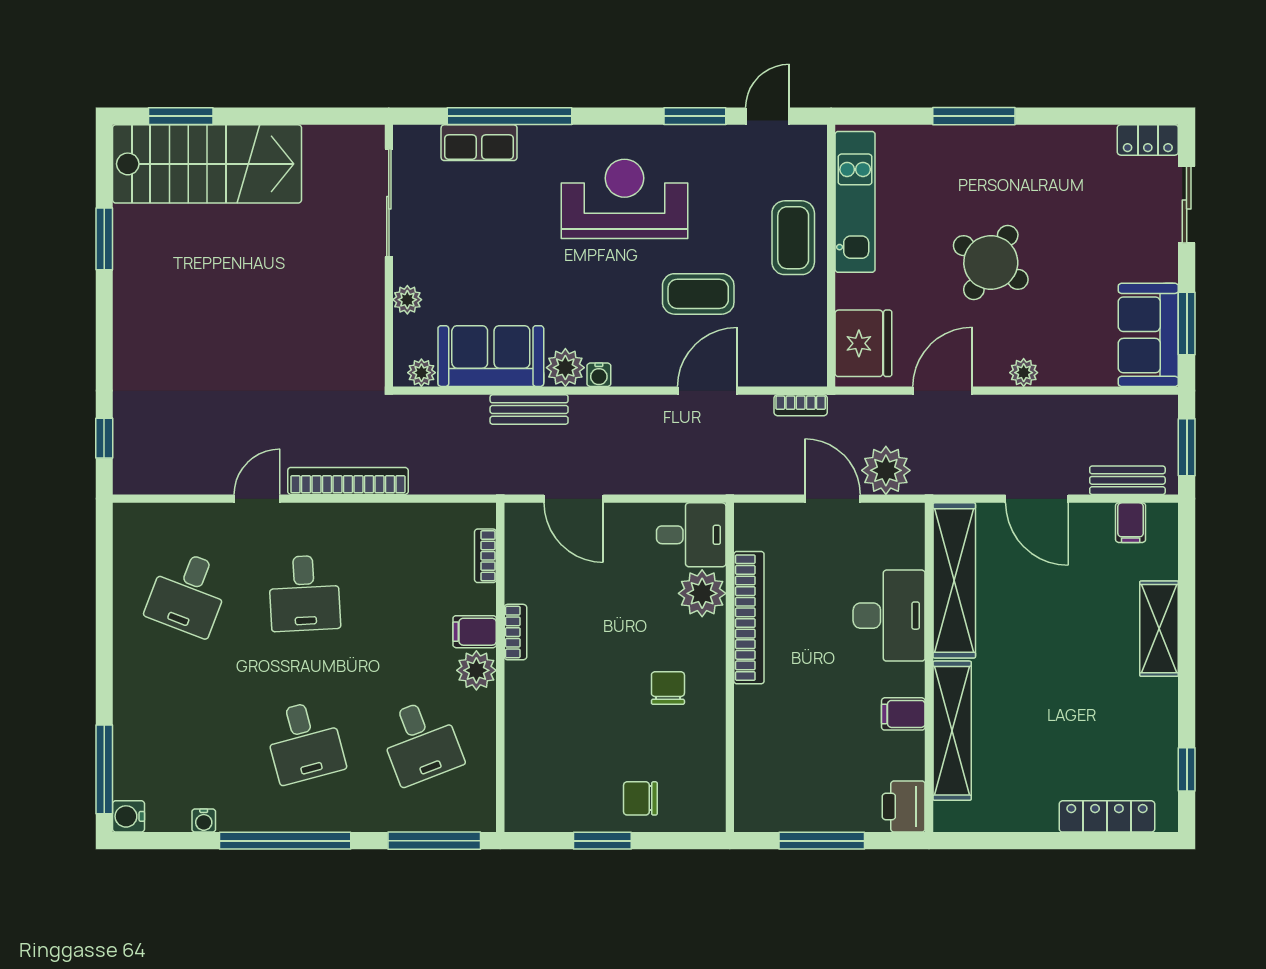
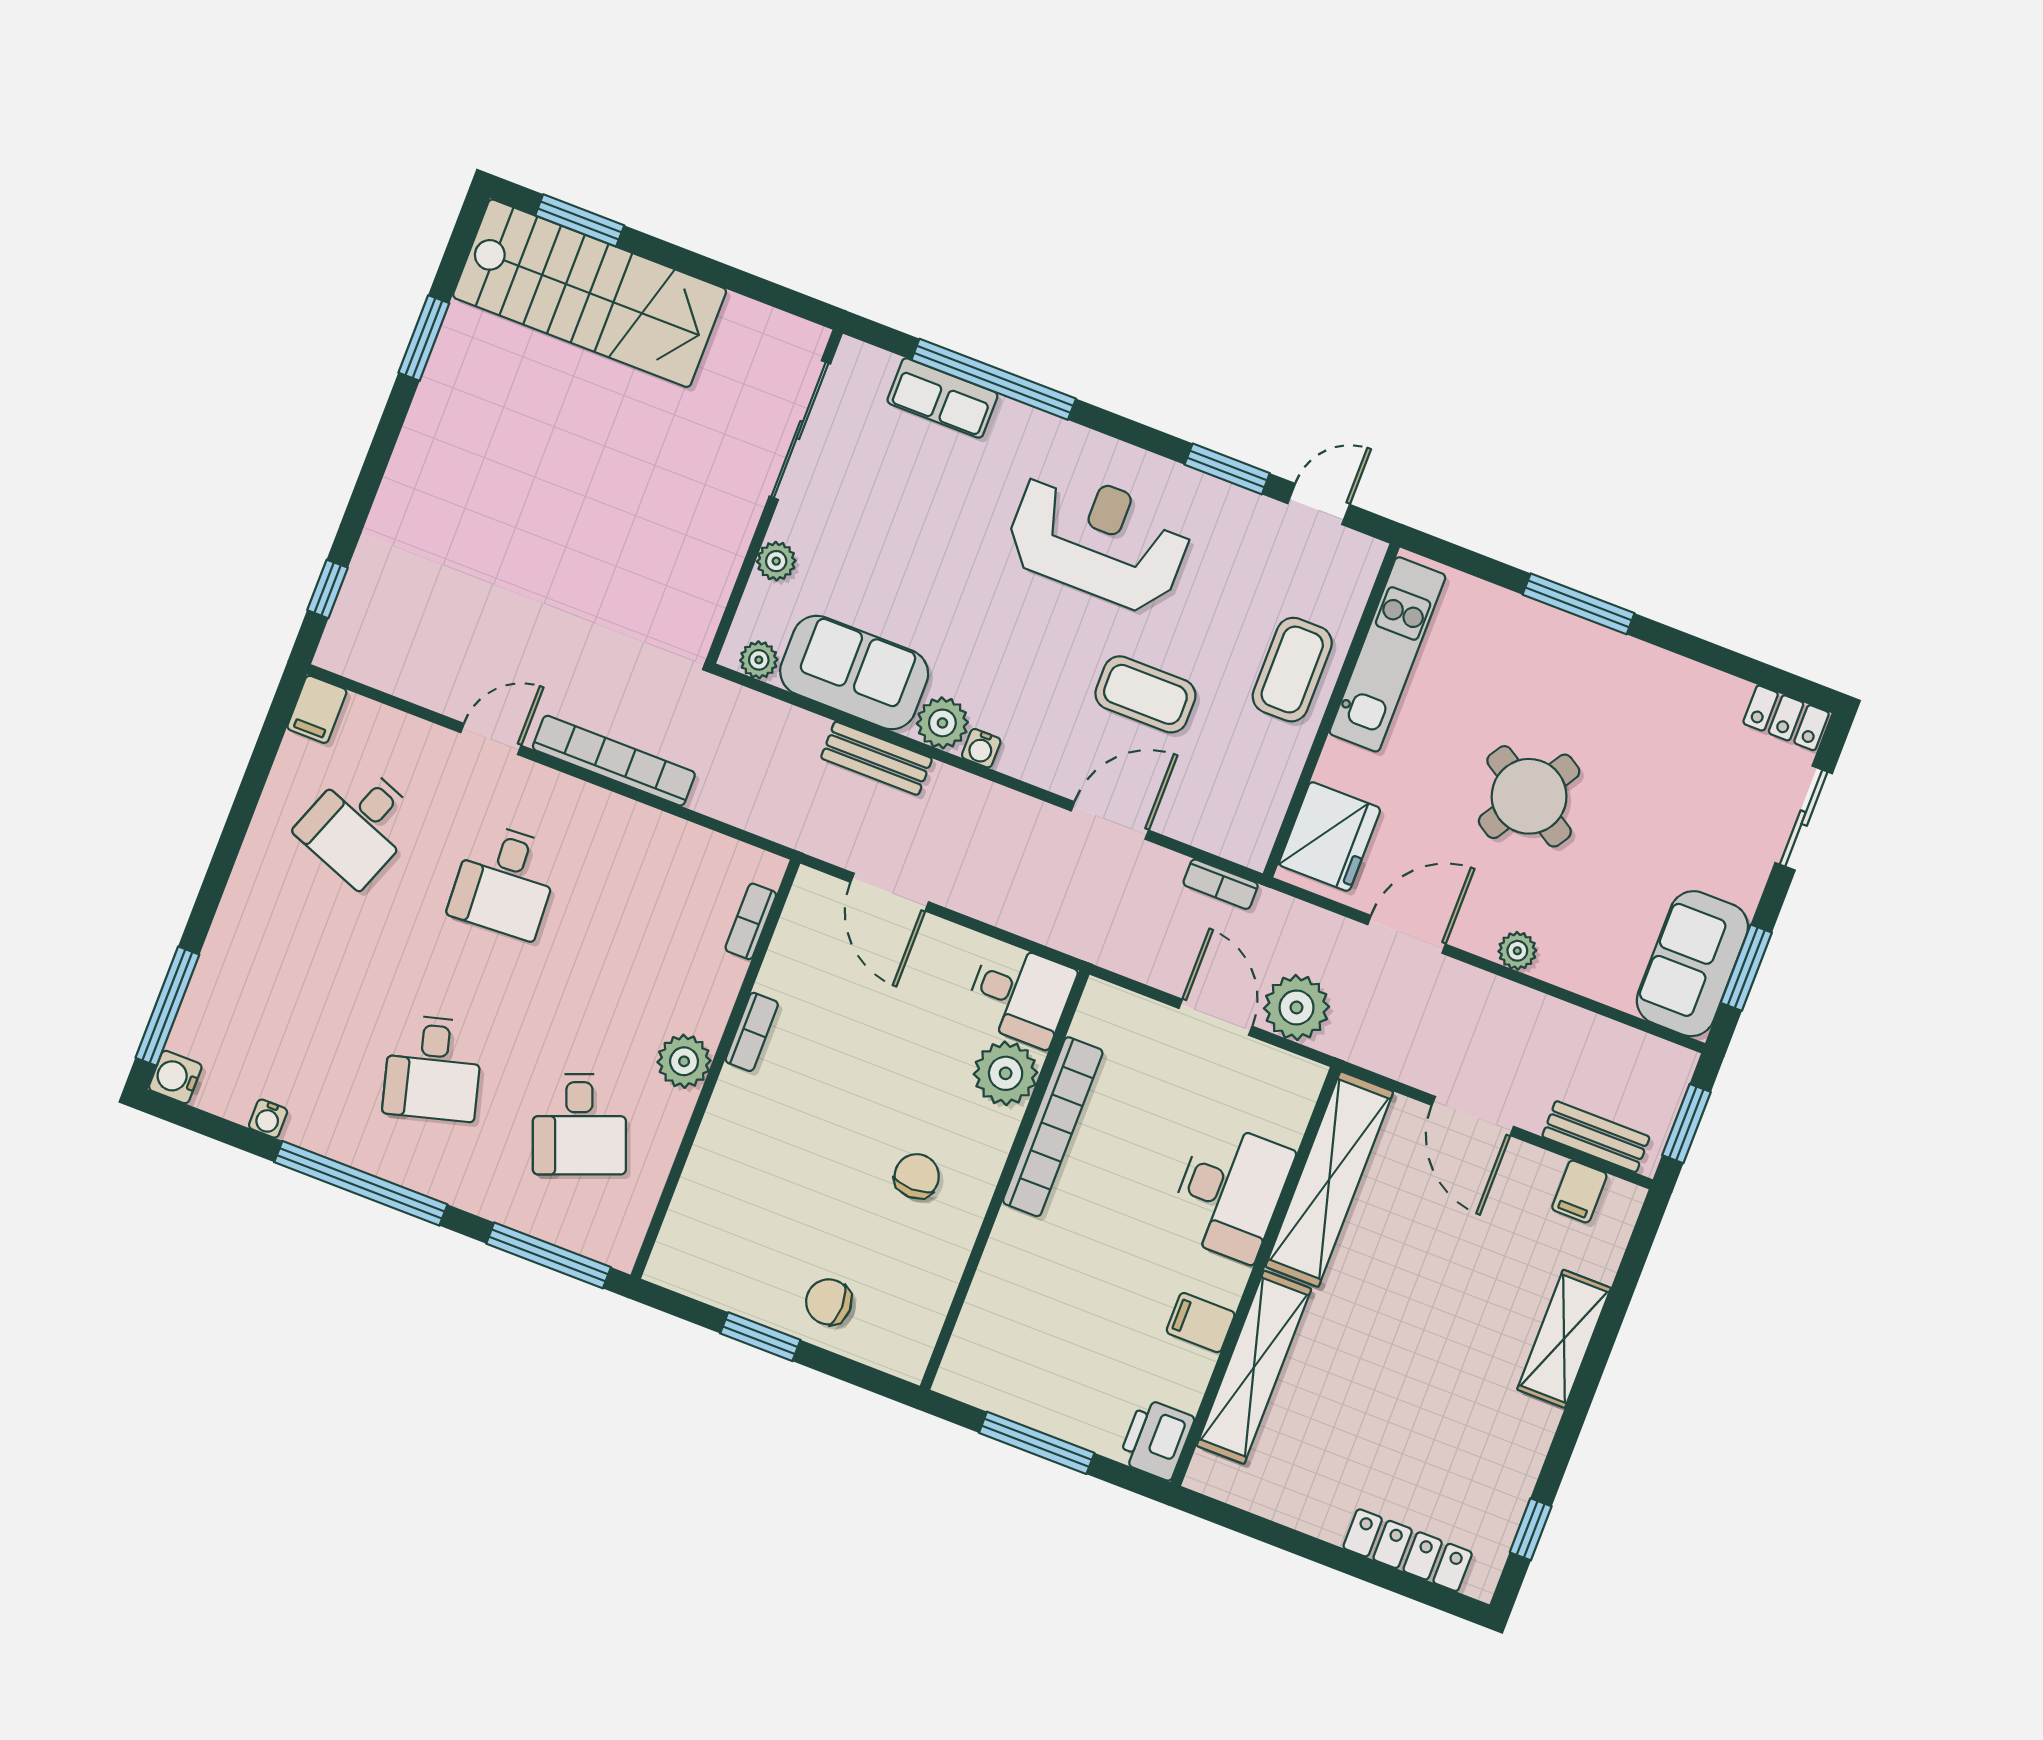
filing cabinet: (475, 632) -> (317, 709), moved, turned -90

